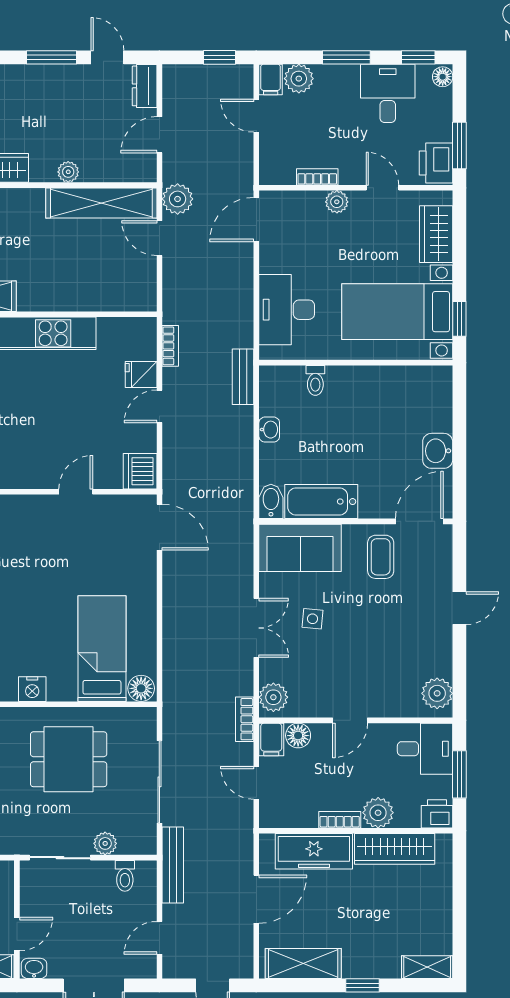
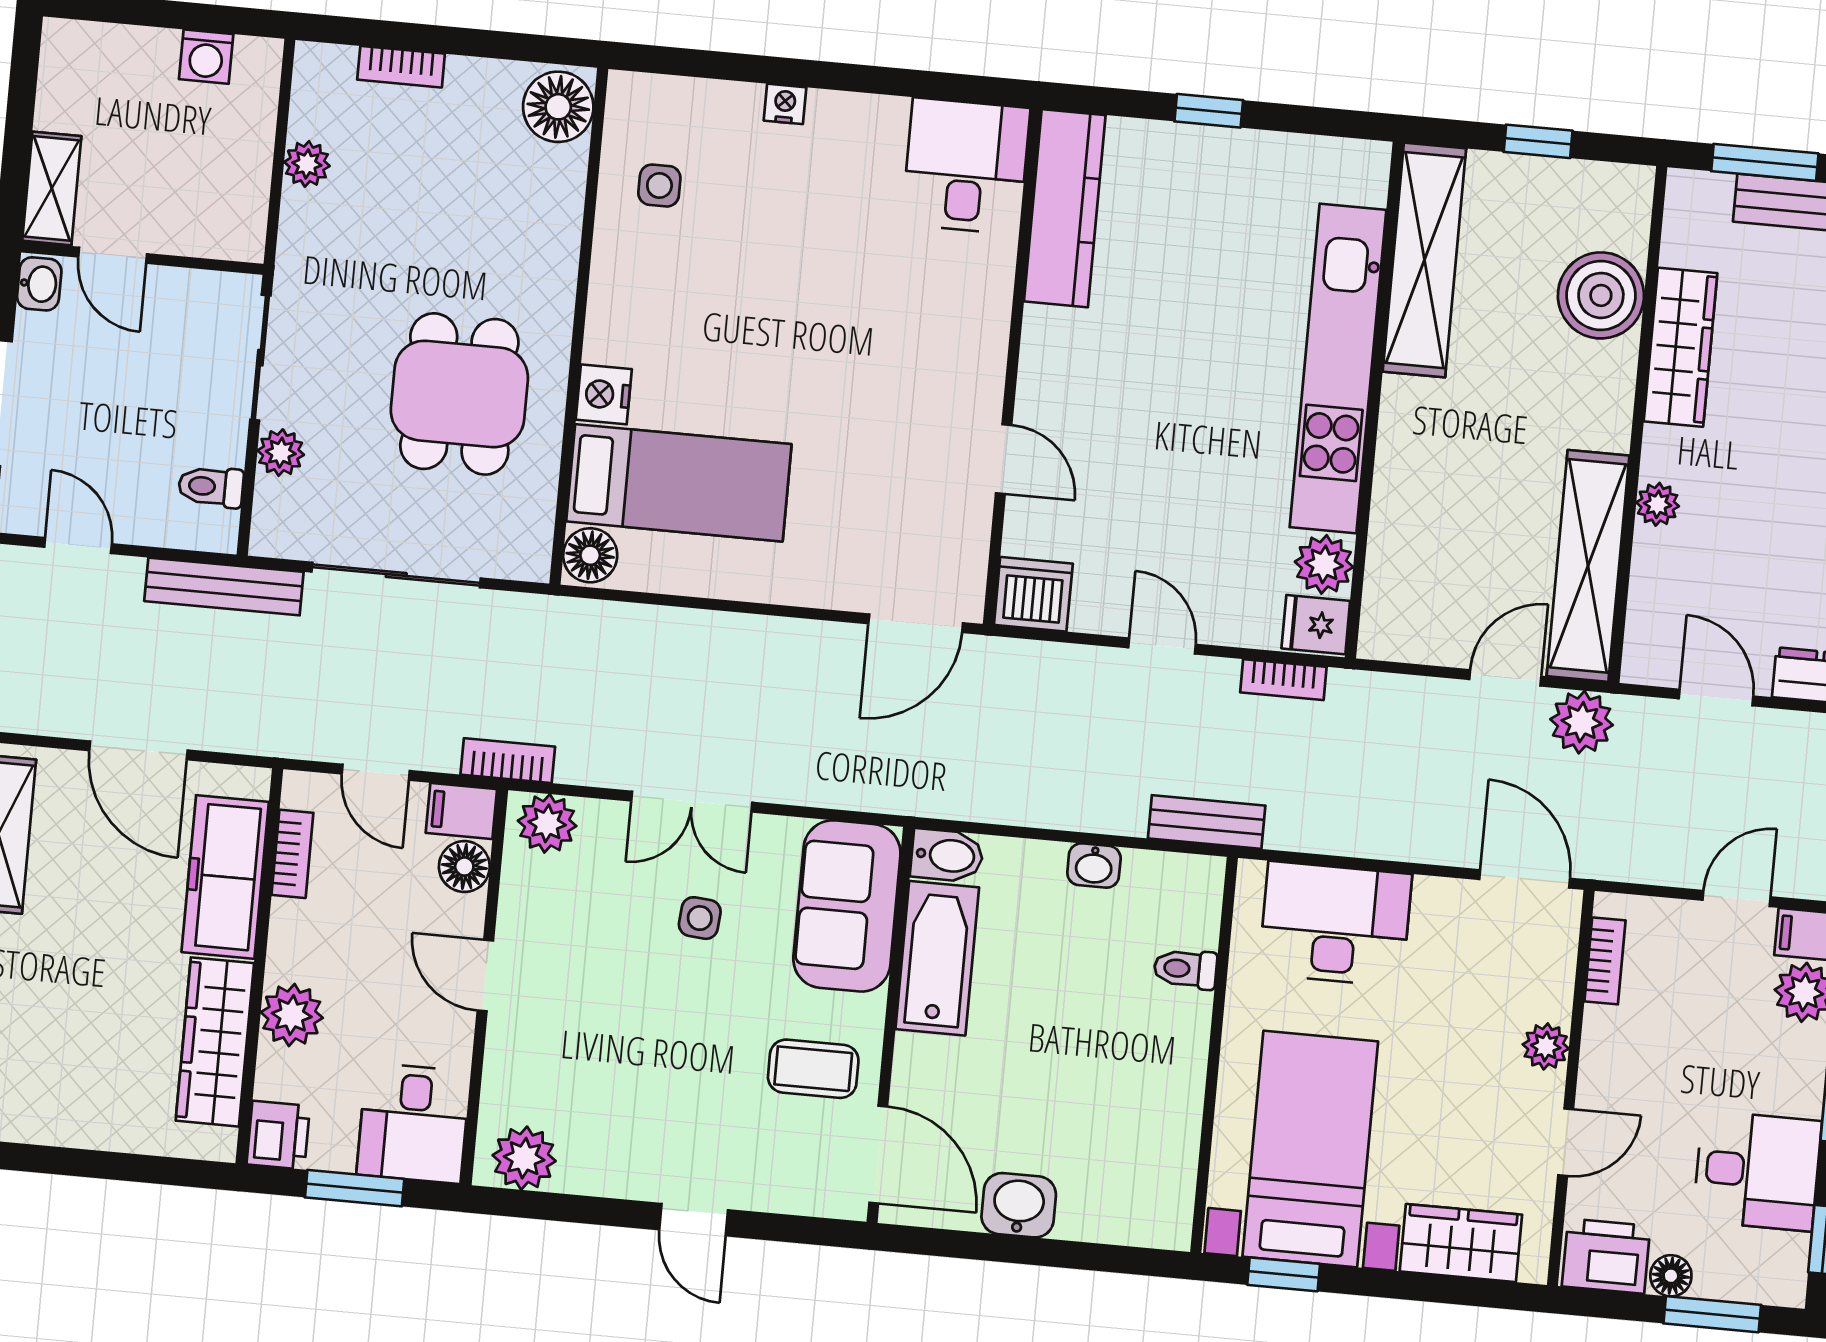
floor lamp: (443, 77) -> (1671, 1276), moved
window: (459, 146) -> (1712, 1314), moved
bookcase: (317, 177) -> (1605, 961), moved
plant: (112, 331) -> (1324, 564), added
fridge: (141, 374) -> (1316, 625), moved, turned -90
nightstand: (32, 689) -> (604, 394), moved
door: (256, 783) -> (376, 772), swing flipped
bookcase: (340, 820) -> (292, 854), moved

